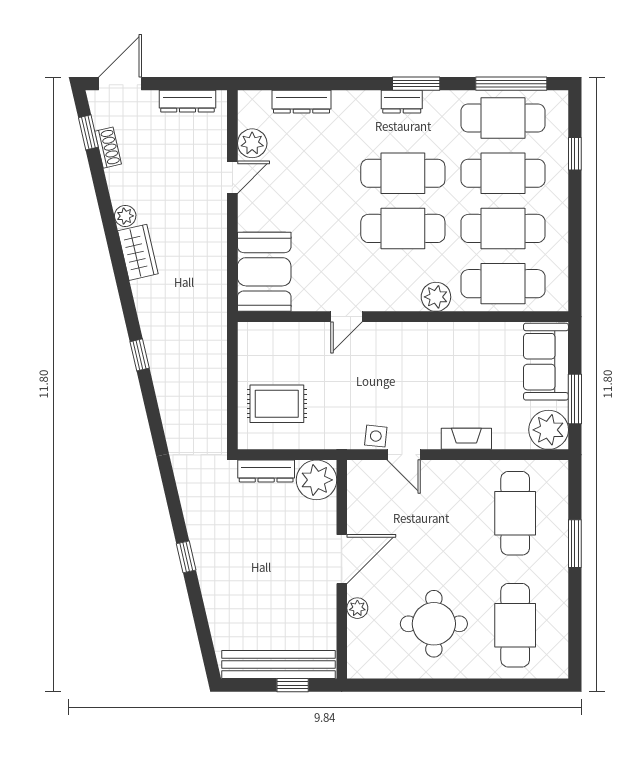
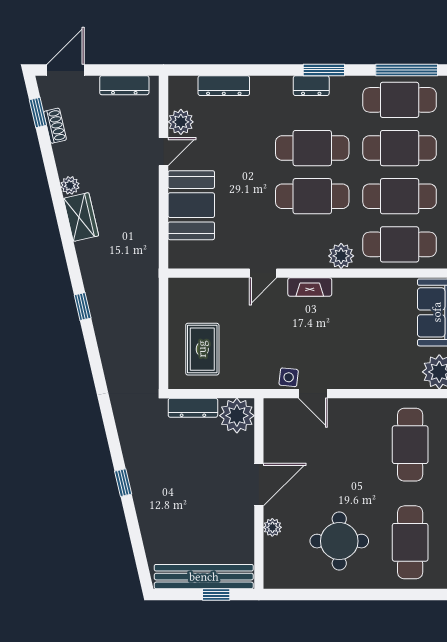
booth: (264, 272) -> (191, 205), moved
rug: (277, 404) -> (202, 349), turned 90
fireplace: (466, 439) -> (310, 287), moved, turned 180

